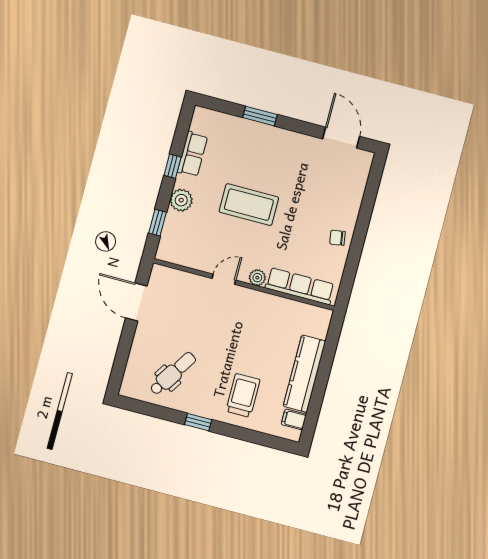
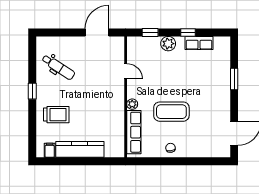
coffee table: (249, 205) -> (171, 112), moved, turned 90
door: (224, 279) -> (126, 71), moved

